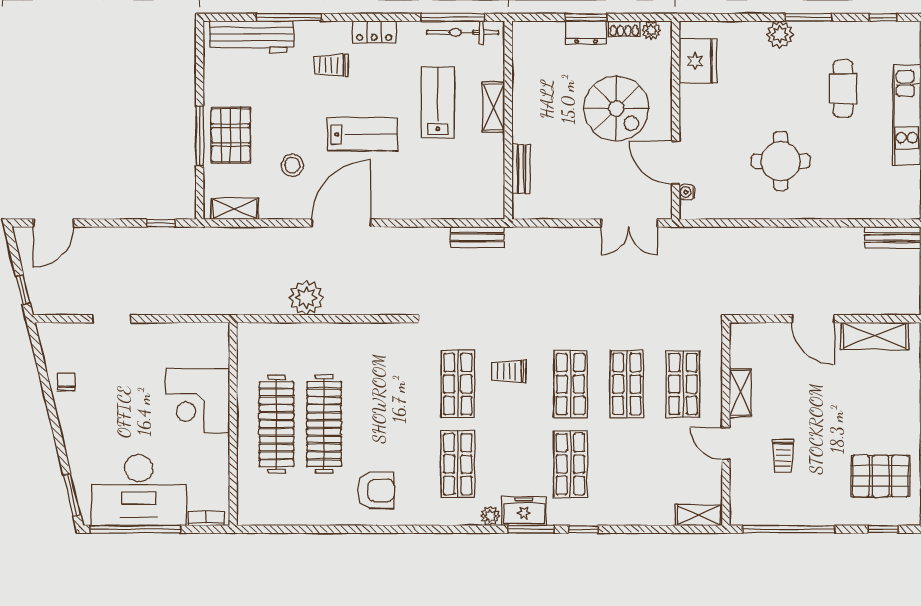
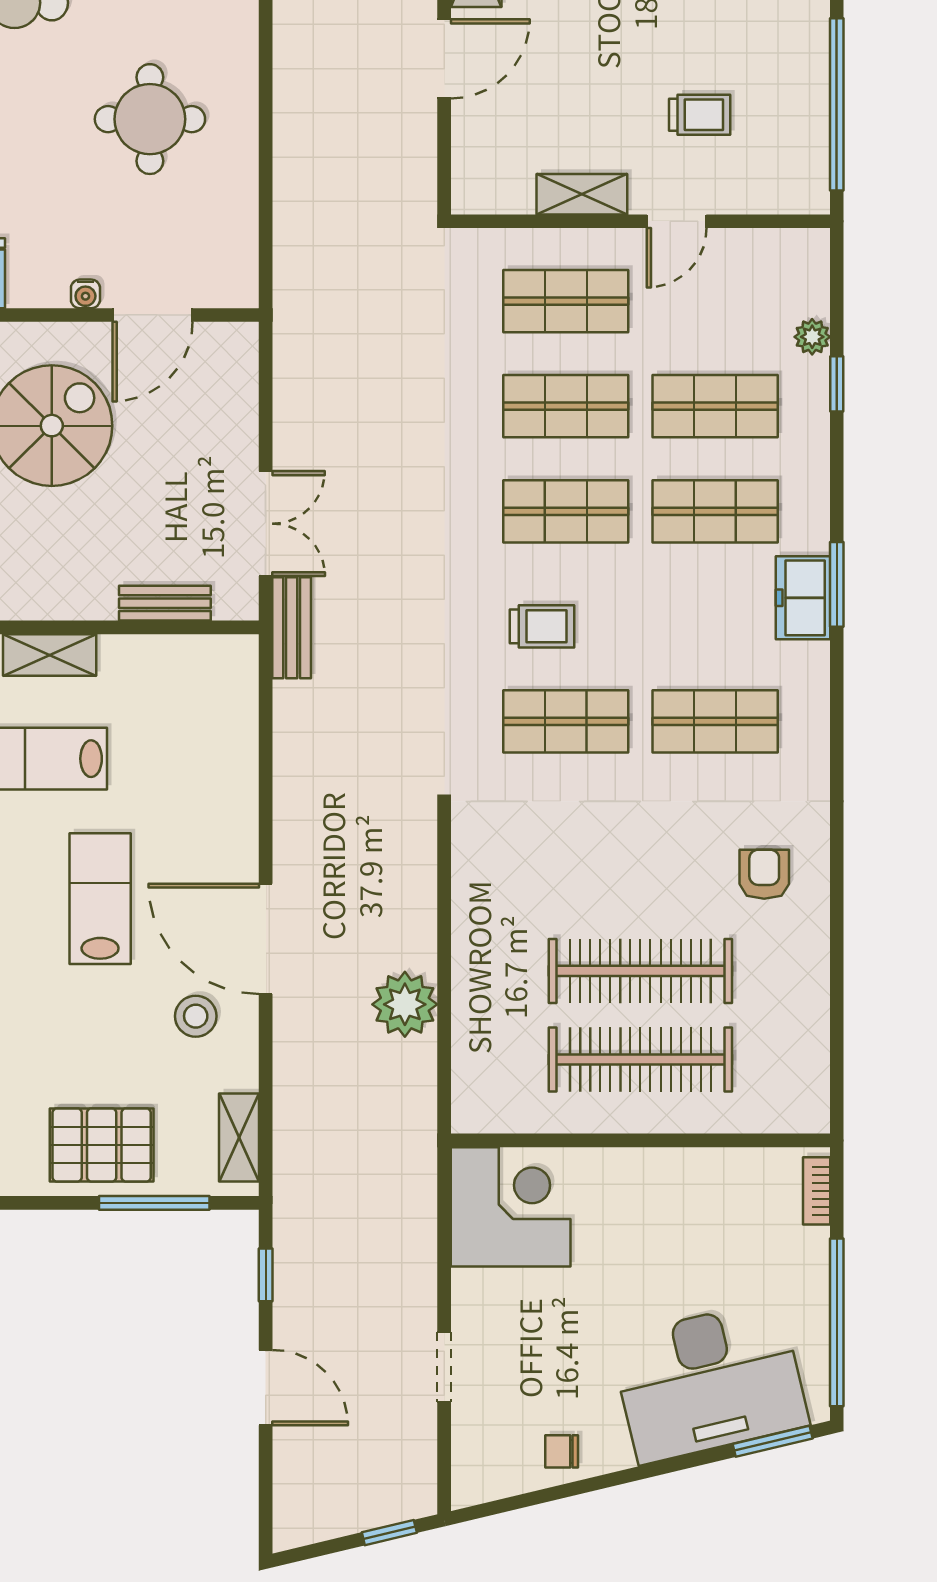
window: (200, 136) -> (154, 1203), moved
stool: (292, 165) -> (196, 1016), moved
water cooler: (687, 192) -> (85, 294), moved
door: (54, 223) -> (266, 1388), moved
double door: (629, 223) -> (266, 524), moved
bench: (477, 237) -> (292, 628), moved
trolley: (509, 371) -> (542, 626), turned -90
corner desk: (198, 400) -> (511, 1207), moved, turned -90
shop shelf: (627, 464) -> (715, 406), added
desk: (139, 490) -> (709, 1381), moved, turned 77
armchair: (376, 490) -> (764, 874), width x0.72, depth x0.72
shelving: (699, 515) -> (810, 272), removed
plant: (490, 516) -> (812, 337), moved
window: (584, 529) -> (837, 384), moved

